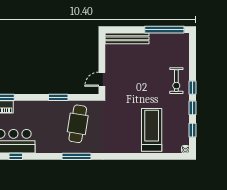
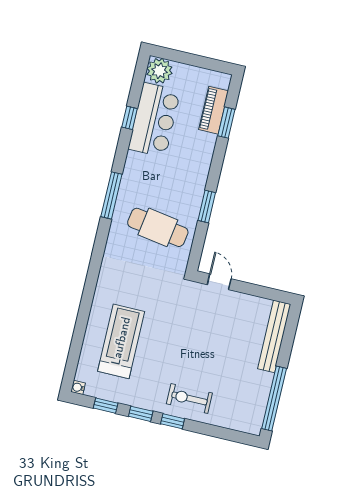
treadmill: (152, 130) -> (121, 341), turned -90
window: (76, 156) -> (111, 195), moved

